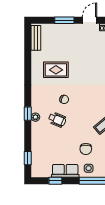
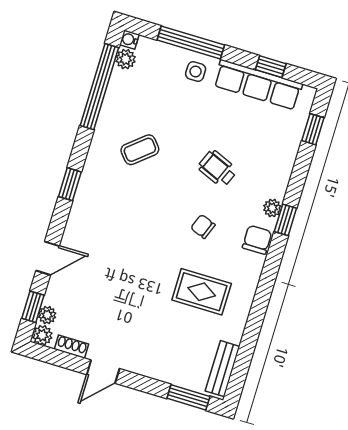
window: (64, 20) -> (188, 397), moved
wheelchair: (57, 120) -> (218, 169), moved
chair: (86, 149) -> (257, 240), moved
row of seats: (65, 171) -> (258, 85), width x1.48

